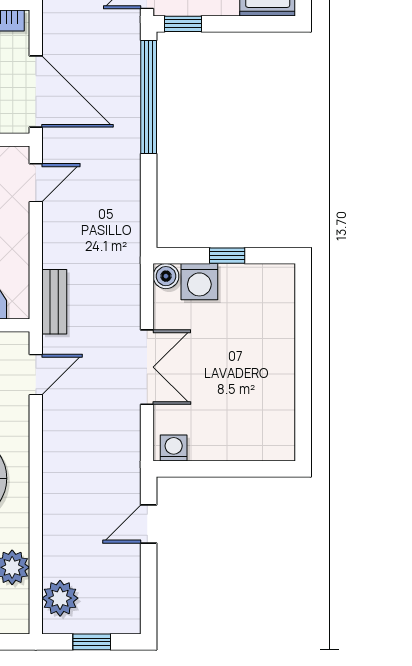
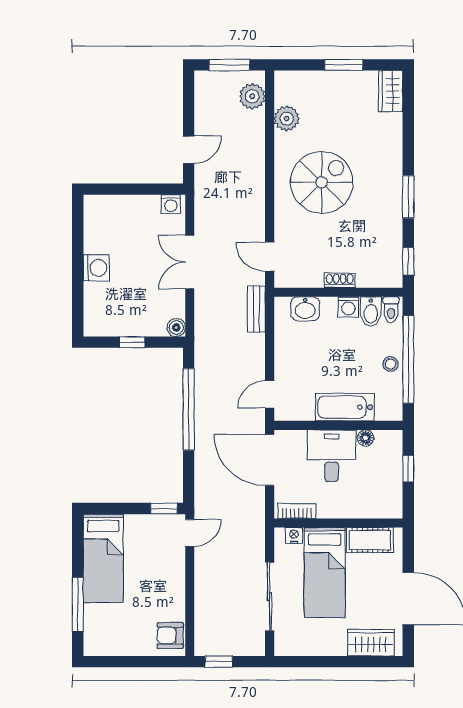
window: (149, 97) -> (189, 409), moved
washing machine: (199, 282) -> (96, 268), moved, turned 90
door: (36, 375) -> (270, 257), hinge flipped
window: (92, 642) -> (229, 65), width x1.50

